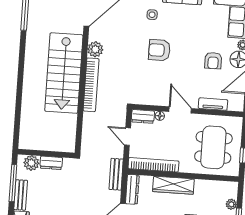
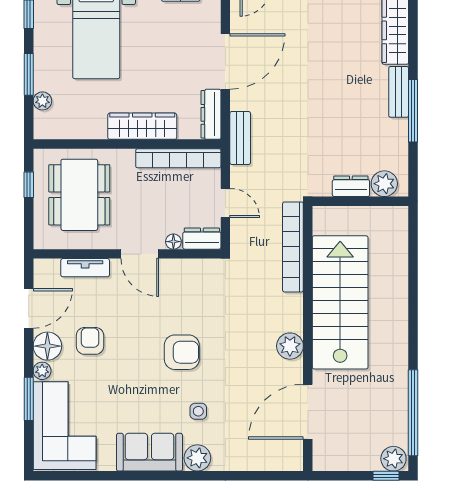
bookcase: (91, 85) -> (293, 247), moved
wall: (46, 154) -> (360, 201), moved
plant: (31, 163) -> (384, 184), moved
dresser: (51, 163) -> (351, 186), moved

